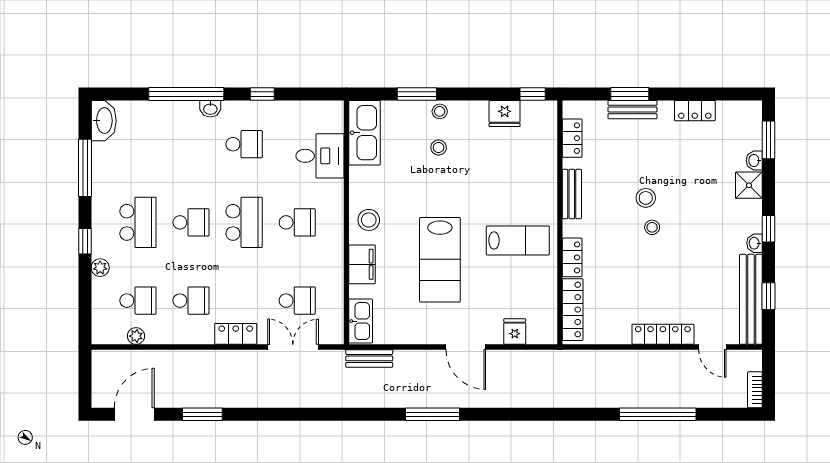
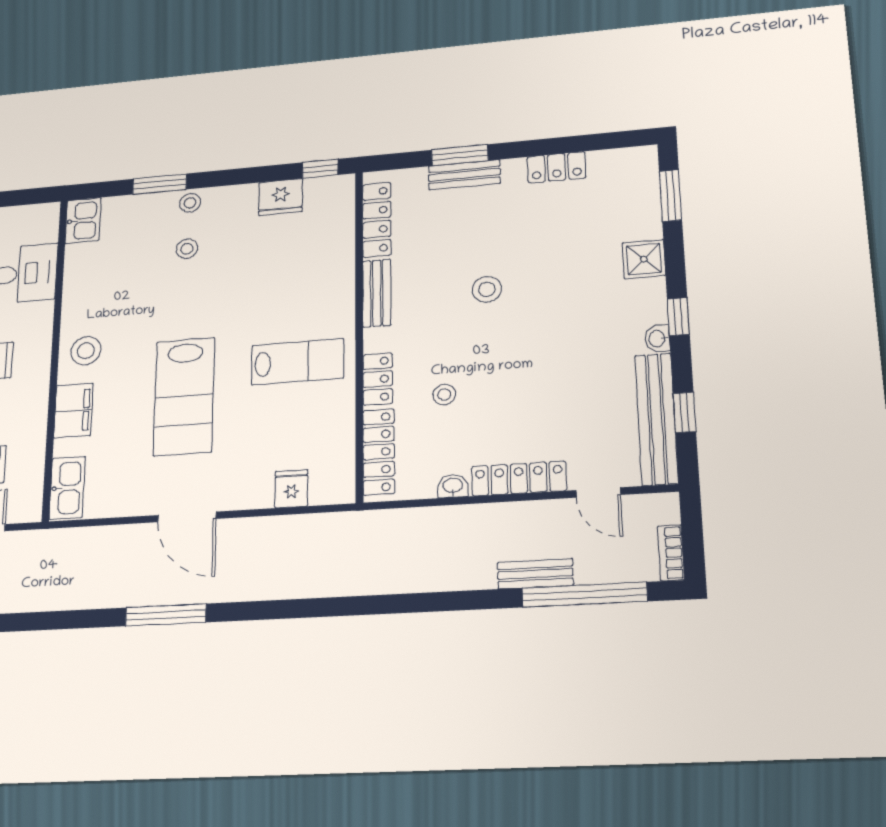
kitchen sink: (365, 133) -> (83, 221), width x0.53, depth x0.81
locker: (572, 138) -> (377, 220), width x1.53
washbasin: (754, 161) -> (453, 486), moved, turned 90
stool: (652, 227) -> (444, 395), moved
door: (466, 347) -> (187, 517), moved
bench: (369, 358) -> (535, 574), moved
window: (658, 414) -> (584, 595), moved

